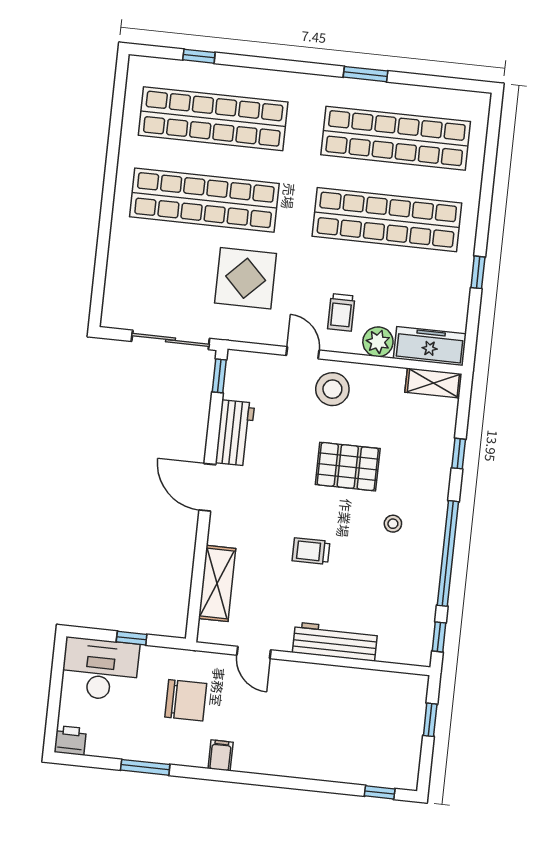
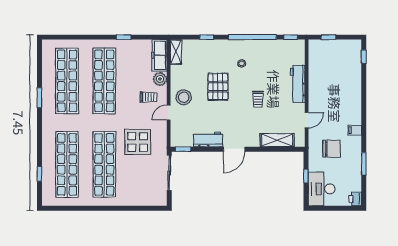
chair: (186, 700) -> (332, 149), turned 90

